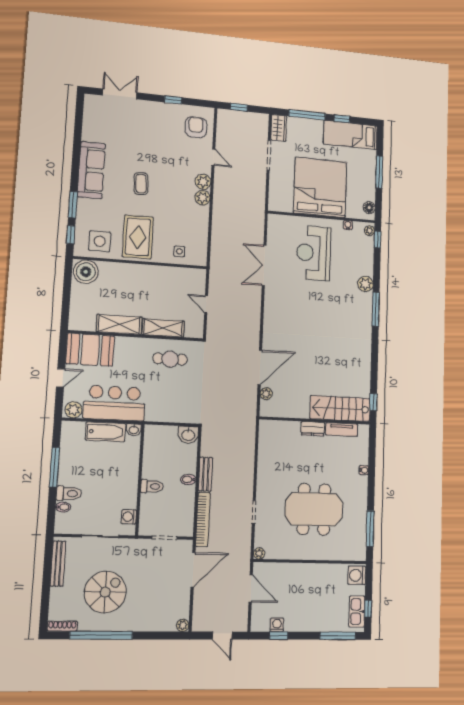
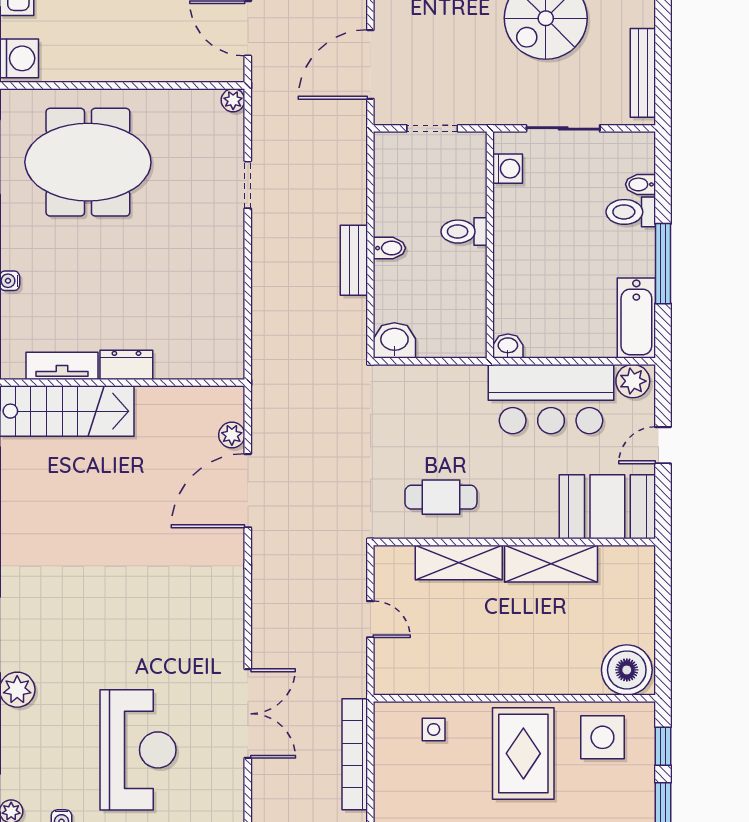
bathtub: (105, 432) -> (636, 318), moved, turned -90
meeting table: (314, 509) -> (88, 162), moved
bookcase: (203, 519) -> (355, 754), moved

